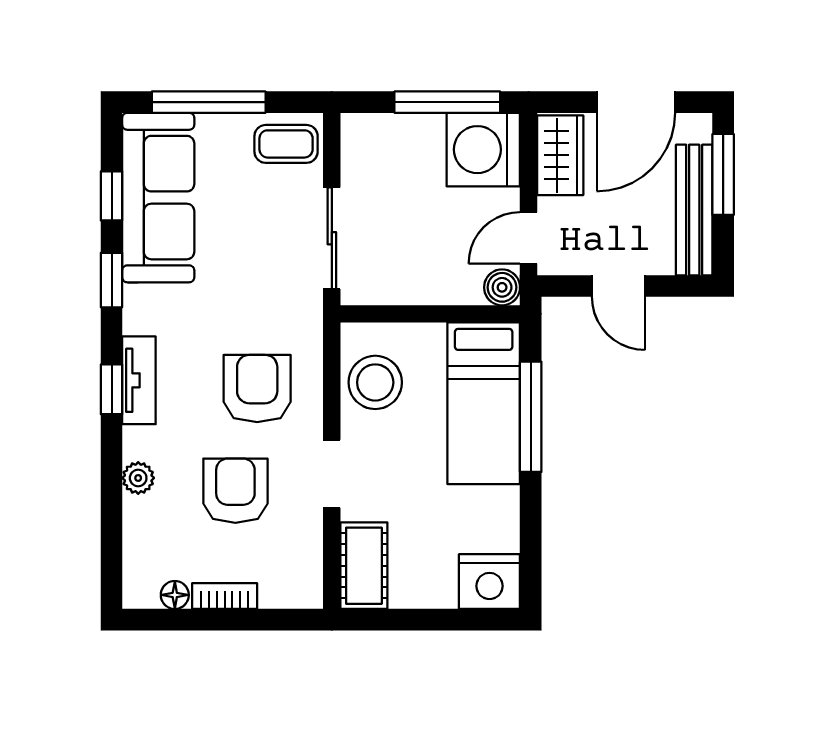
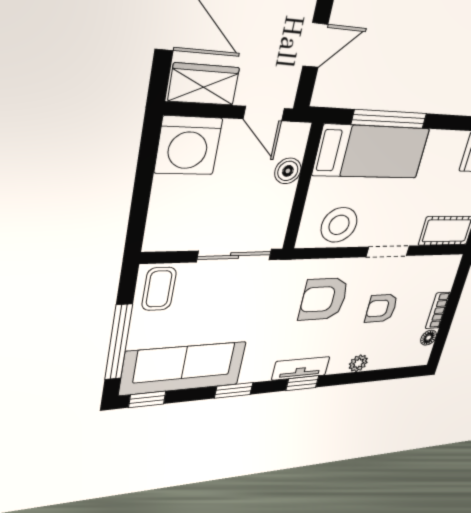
window: (447, 102) -> (145, 173), removed
window: (112, 196) -> (147, 399), moved
boiler: (502, 287) -> (288, 171), moved
armchair: (235, 491) -> (381, 308), width x0.72, depth x0.72

